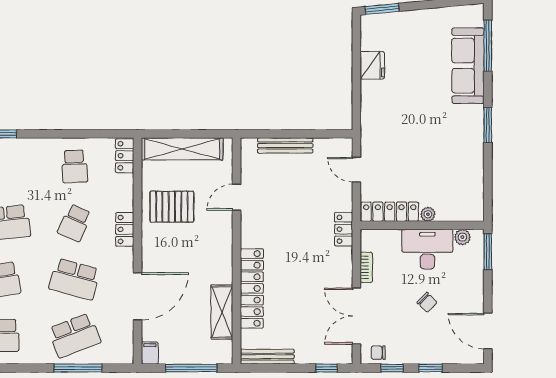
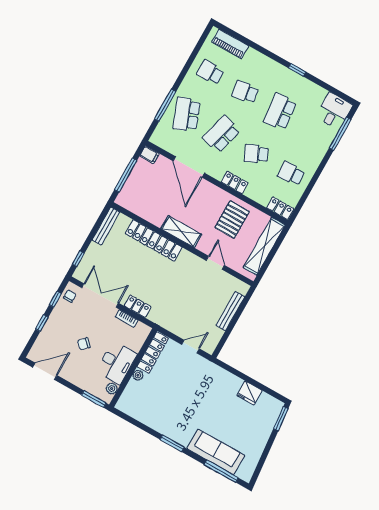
school desk: (75, 223) -> (256, 154), turned -48
locker: (344, 229) -> (138, 306), moved
shelving: (222, 312) -> (181, 232), moved

